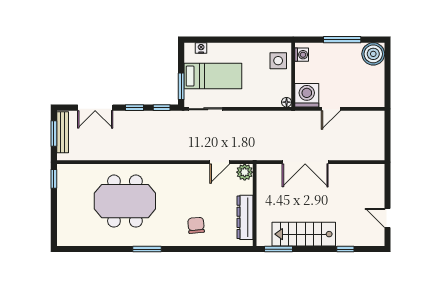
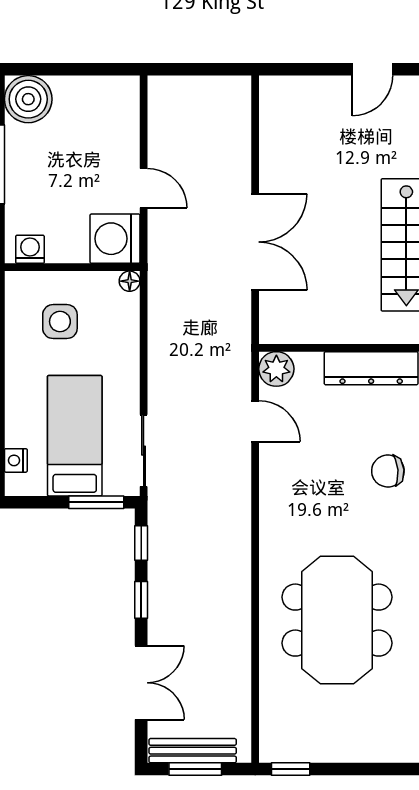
side table: (278, 61) -> (60, 322), moved

